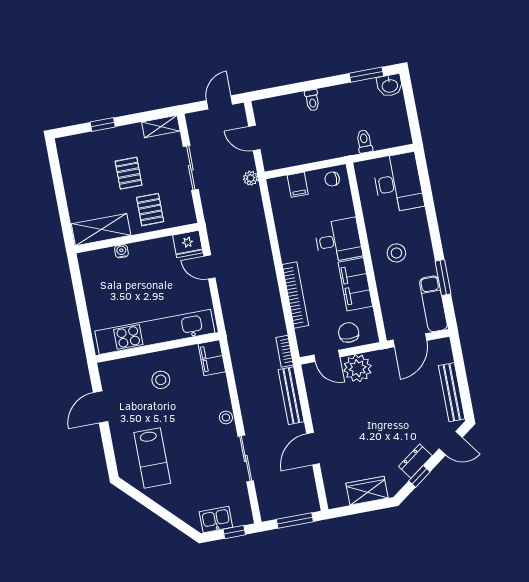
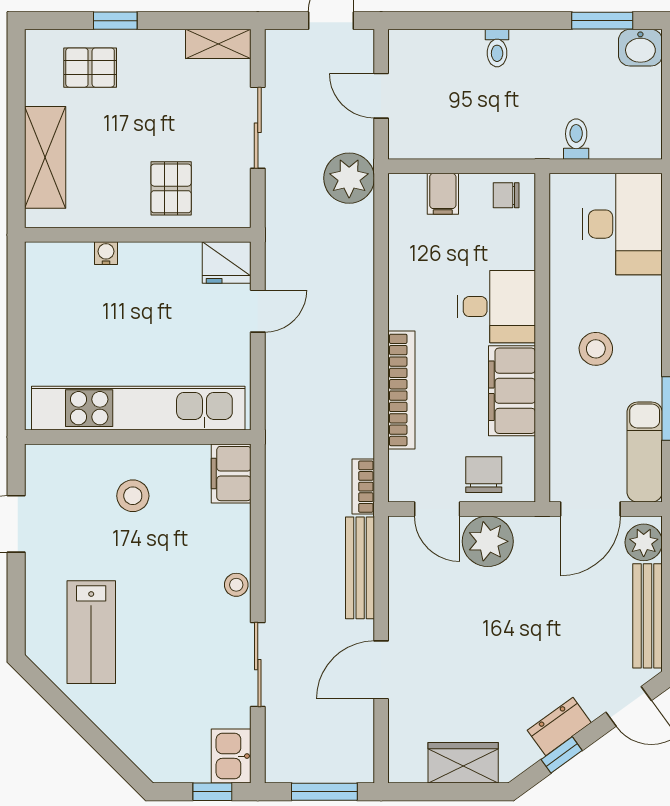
pallet: (129, 173) -> (90, 68), moved, turned 90
plant: (251, 178) -> (349, 178), width x1.88, depth x1.88
shelving: (101, 230) -> (45, 157), moved, turned 90
door: (210, 267) -> (258, 311), swing flipped
plant: (442, 353) -> (644, 542), added
kitchen sink: (216, 520) -> (231, 756), moved, turned -90

